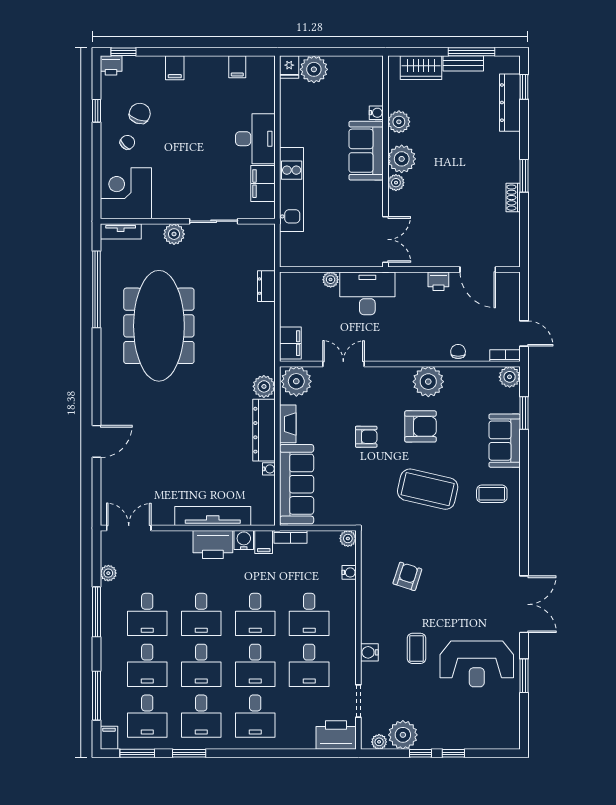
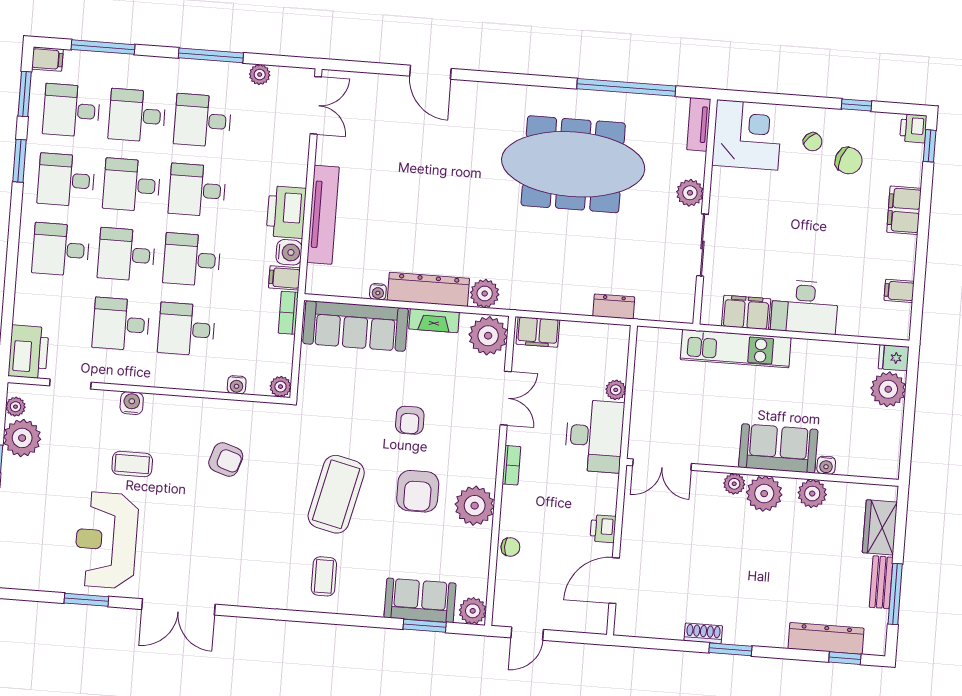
filing cabinet: (175, 68) -> (904, 210), width x2.00
bookcase: (505, 356) -> (511, 465), moved
sofa: (505, 441) -> (420, 600), moved

